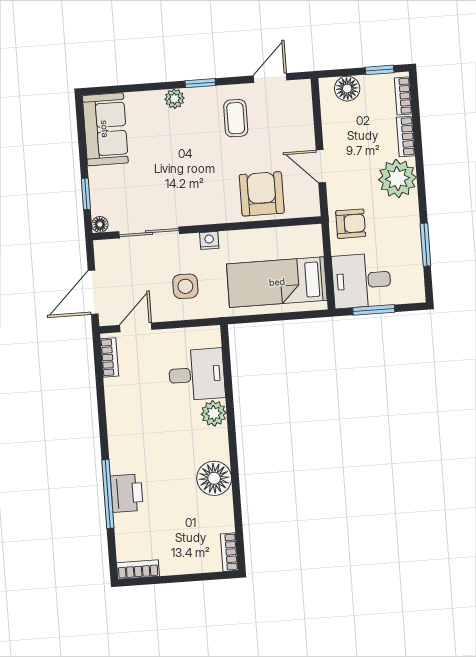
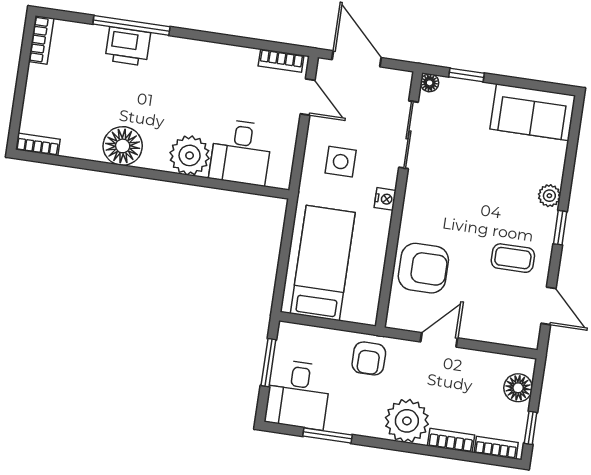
desk: (362, 281) -> (298, 394), moved, turned 180
plant: (214, 413) -> (190, 155), width x1.36, depth x1.36

